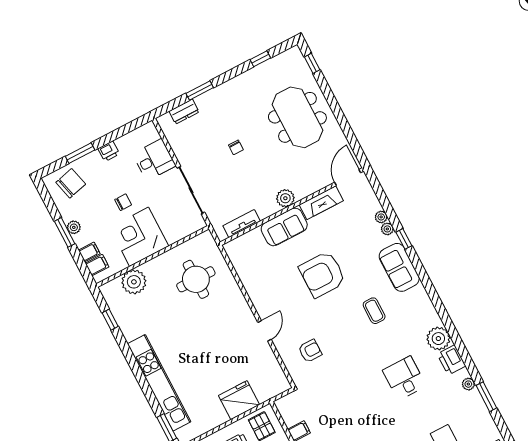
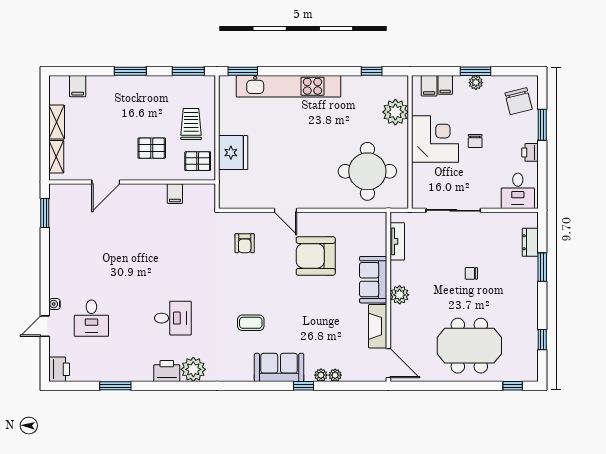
desk: (154, 160) -> (518, 191), moved
armchair: (322, 274) -> (316, 256), moved, turned -90
round table: (196, 279) -> (367, 171), width x1.36, depth x1.36
plant: (468, 384) -> (136, 375), removed

